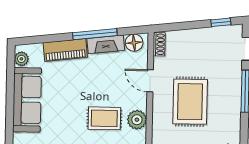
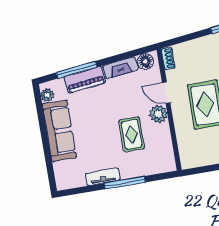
window: (95, 34) -> (77, 70), moved
rug: (104, 118) -> (132, 134), turned 90
plant: (137, 120) -> (158, 114), moved

